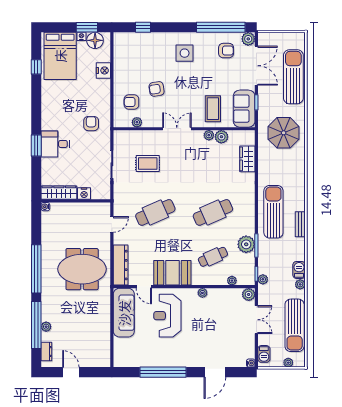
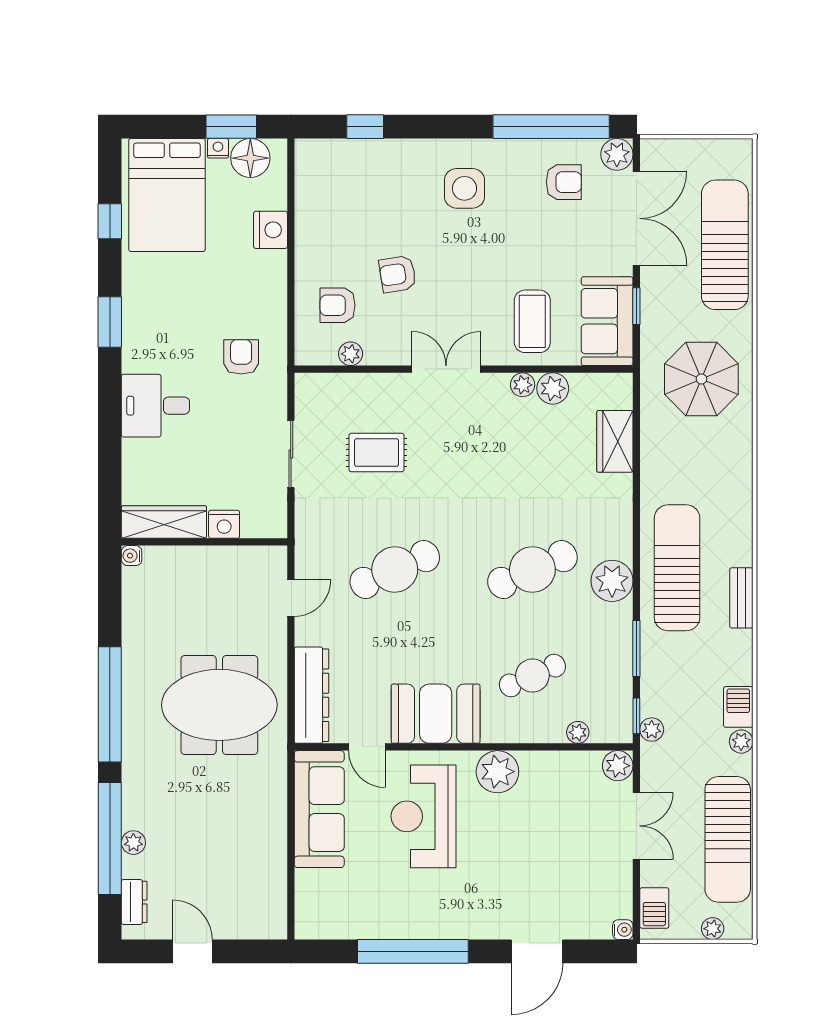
window: (36, 145) -> (110, 322), moved
plant: (246, 244) -> (612, 581), moved
plant: (202, 293) -> (497, 772), width x1.88, depth x1.88

